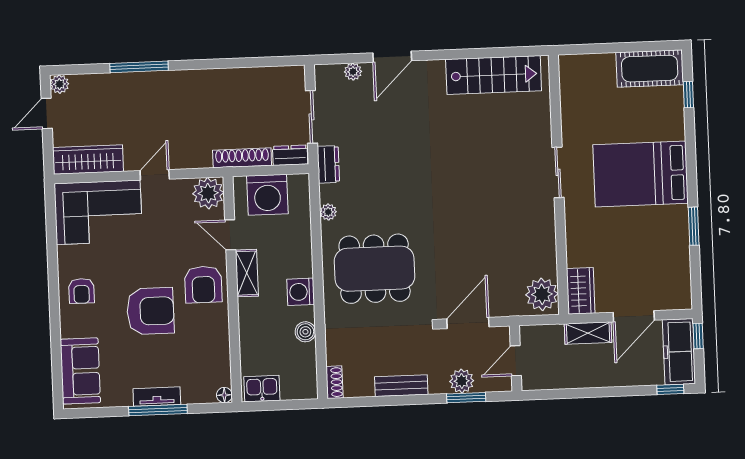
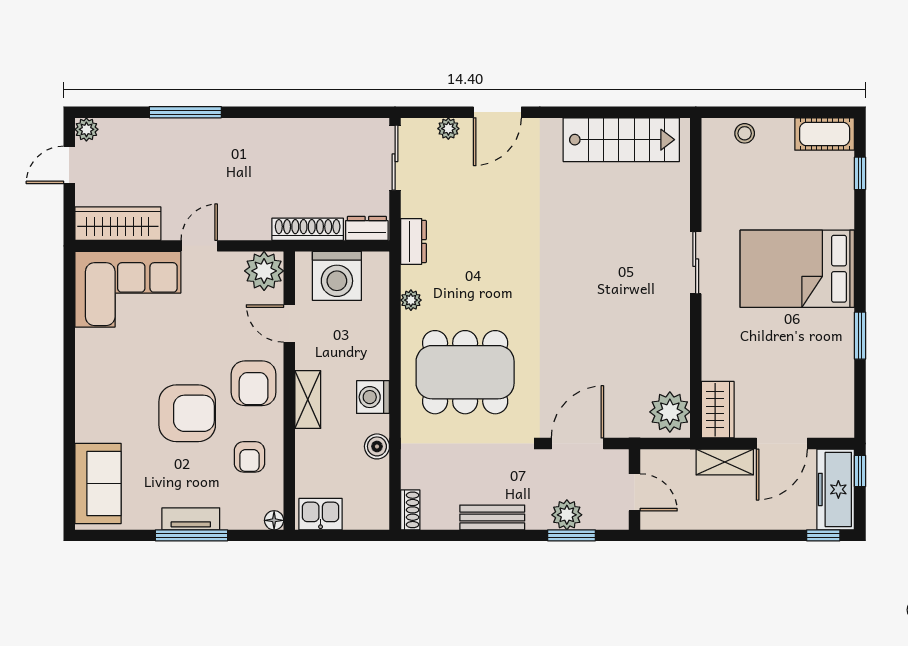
stool: (593, 66) -> (745, 133), added
cot: (650, 69) -> (825, 134), width x0.73, depth x0.75
sliding door: (311, 117) -> (395, 158), moved
shelving: (247, 273) -> (308, 400), moved
armchair: (81, 291) -> (249, 457), moved
door: (516, 361) -> (634, 492), swing flipped

